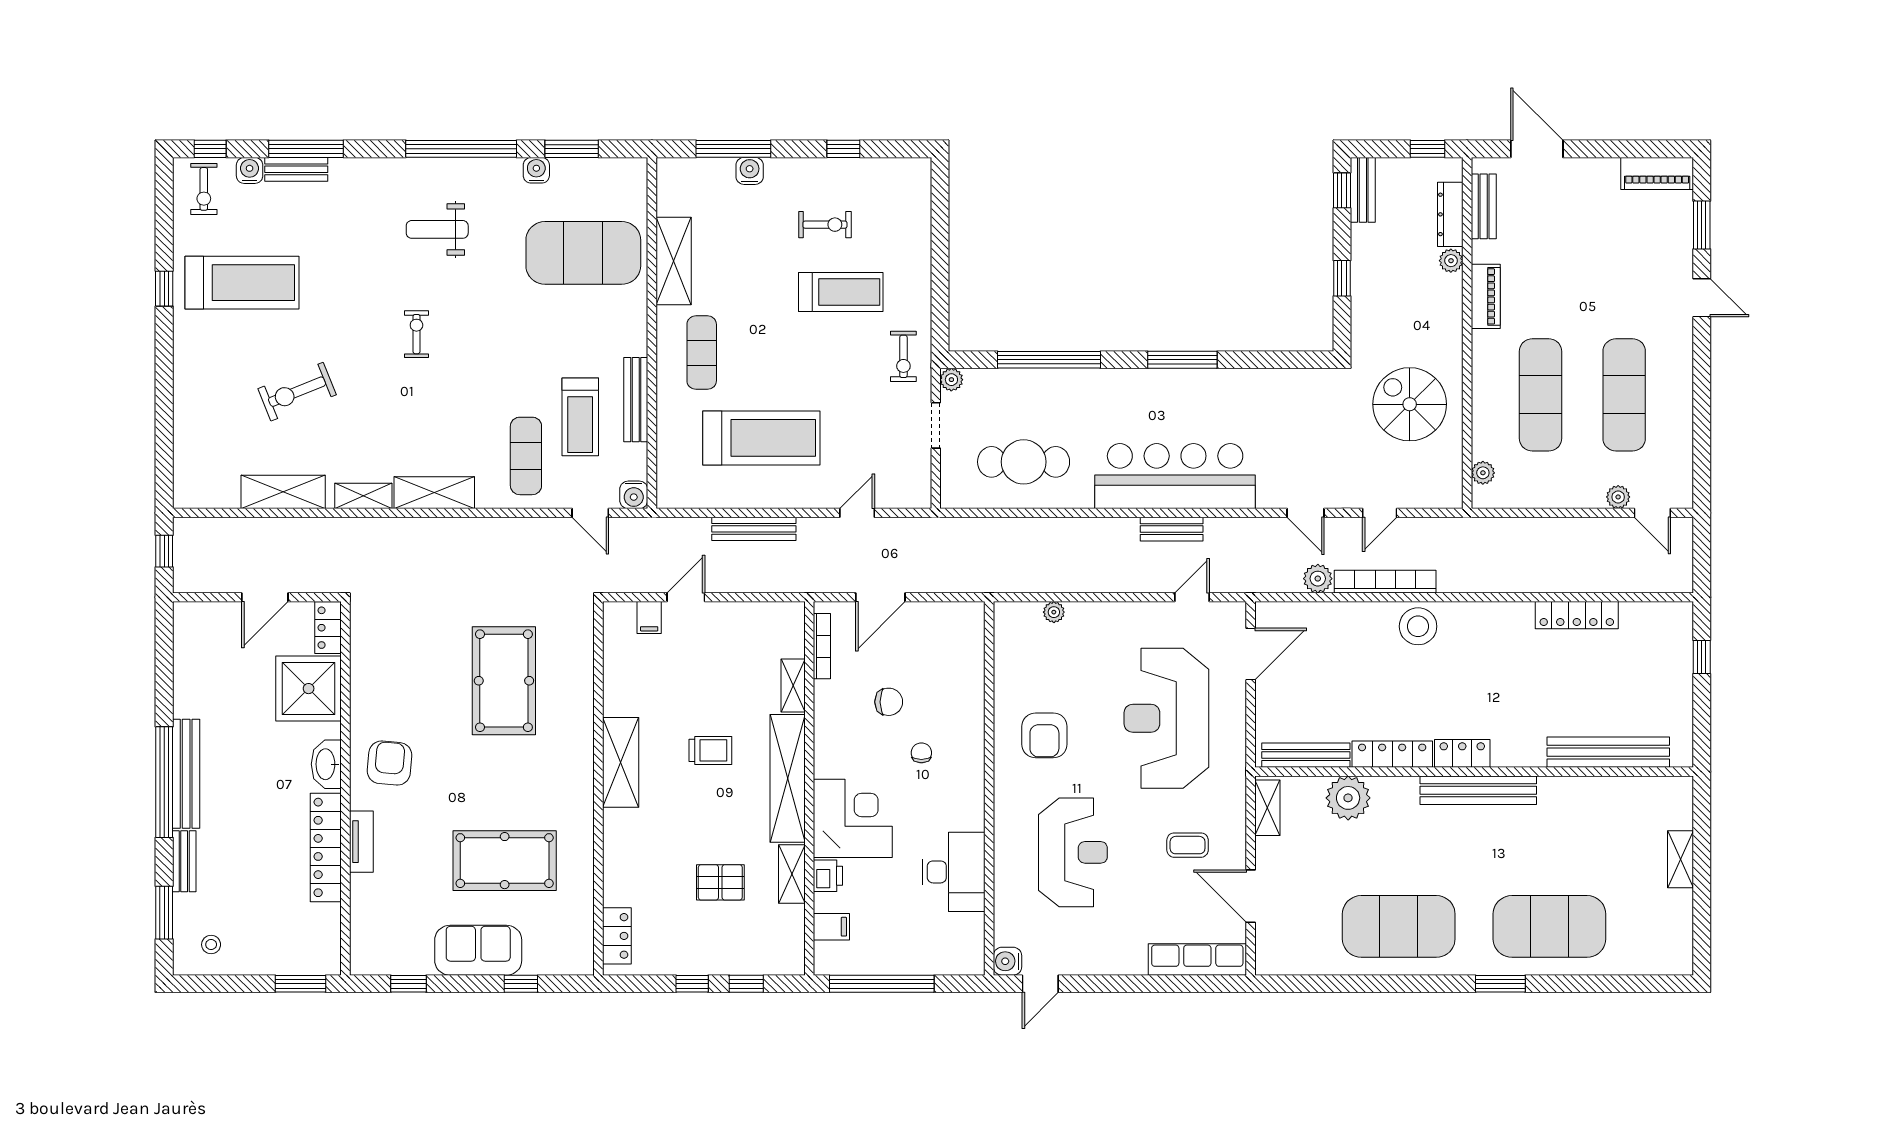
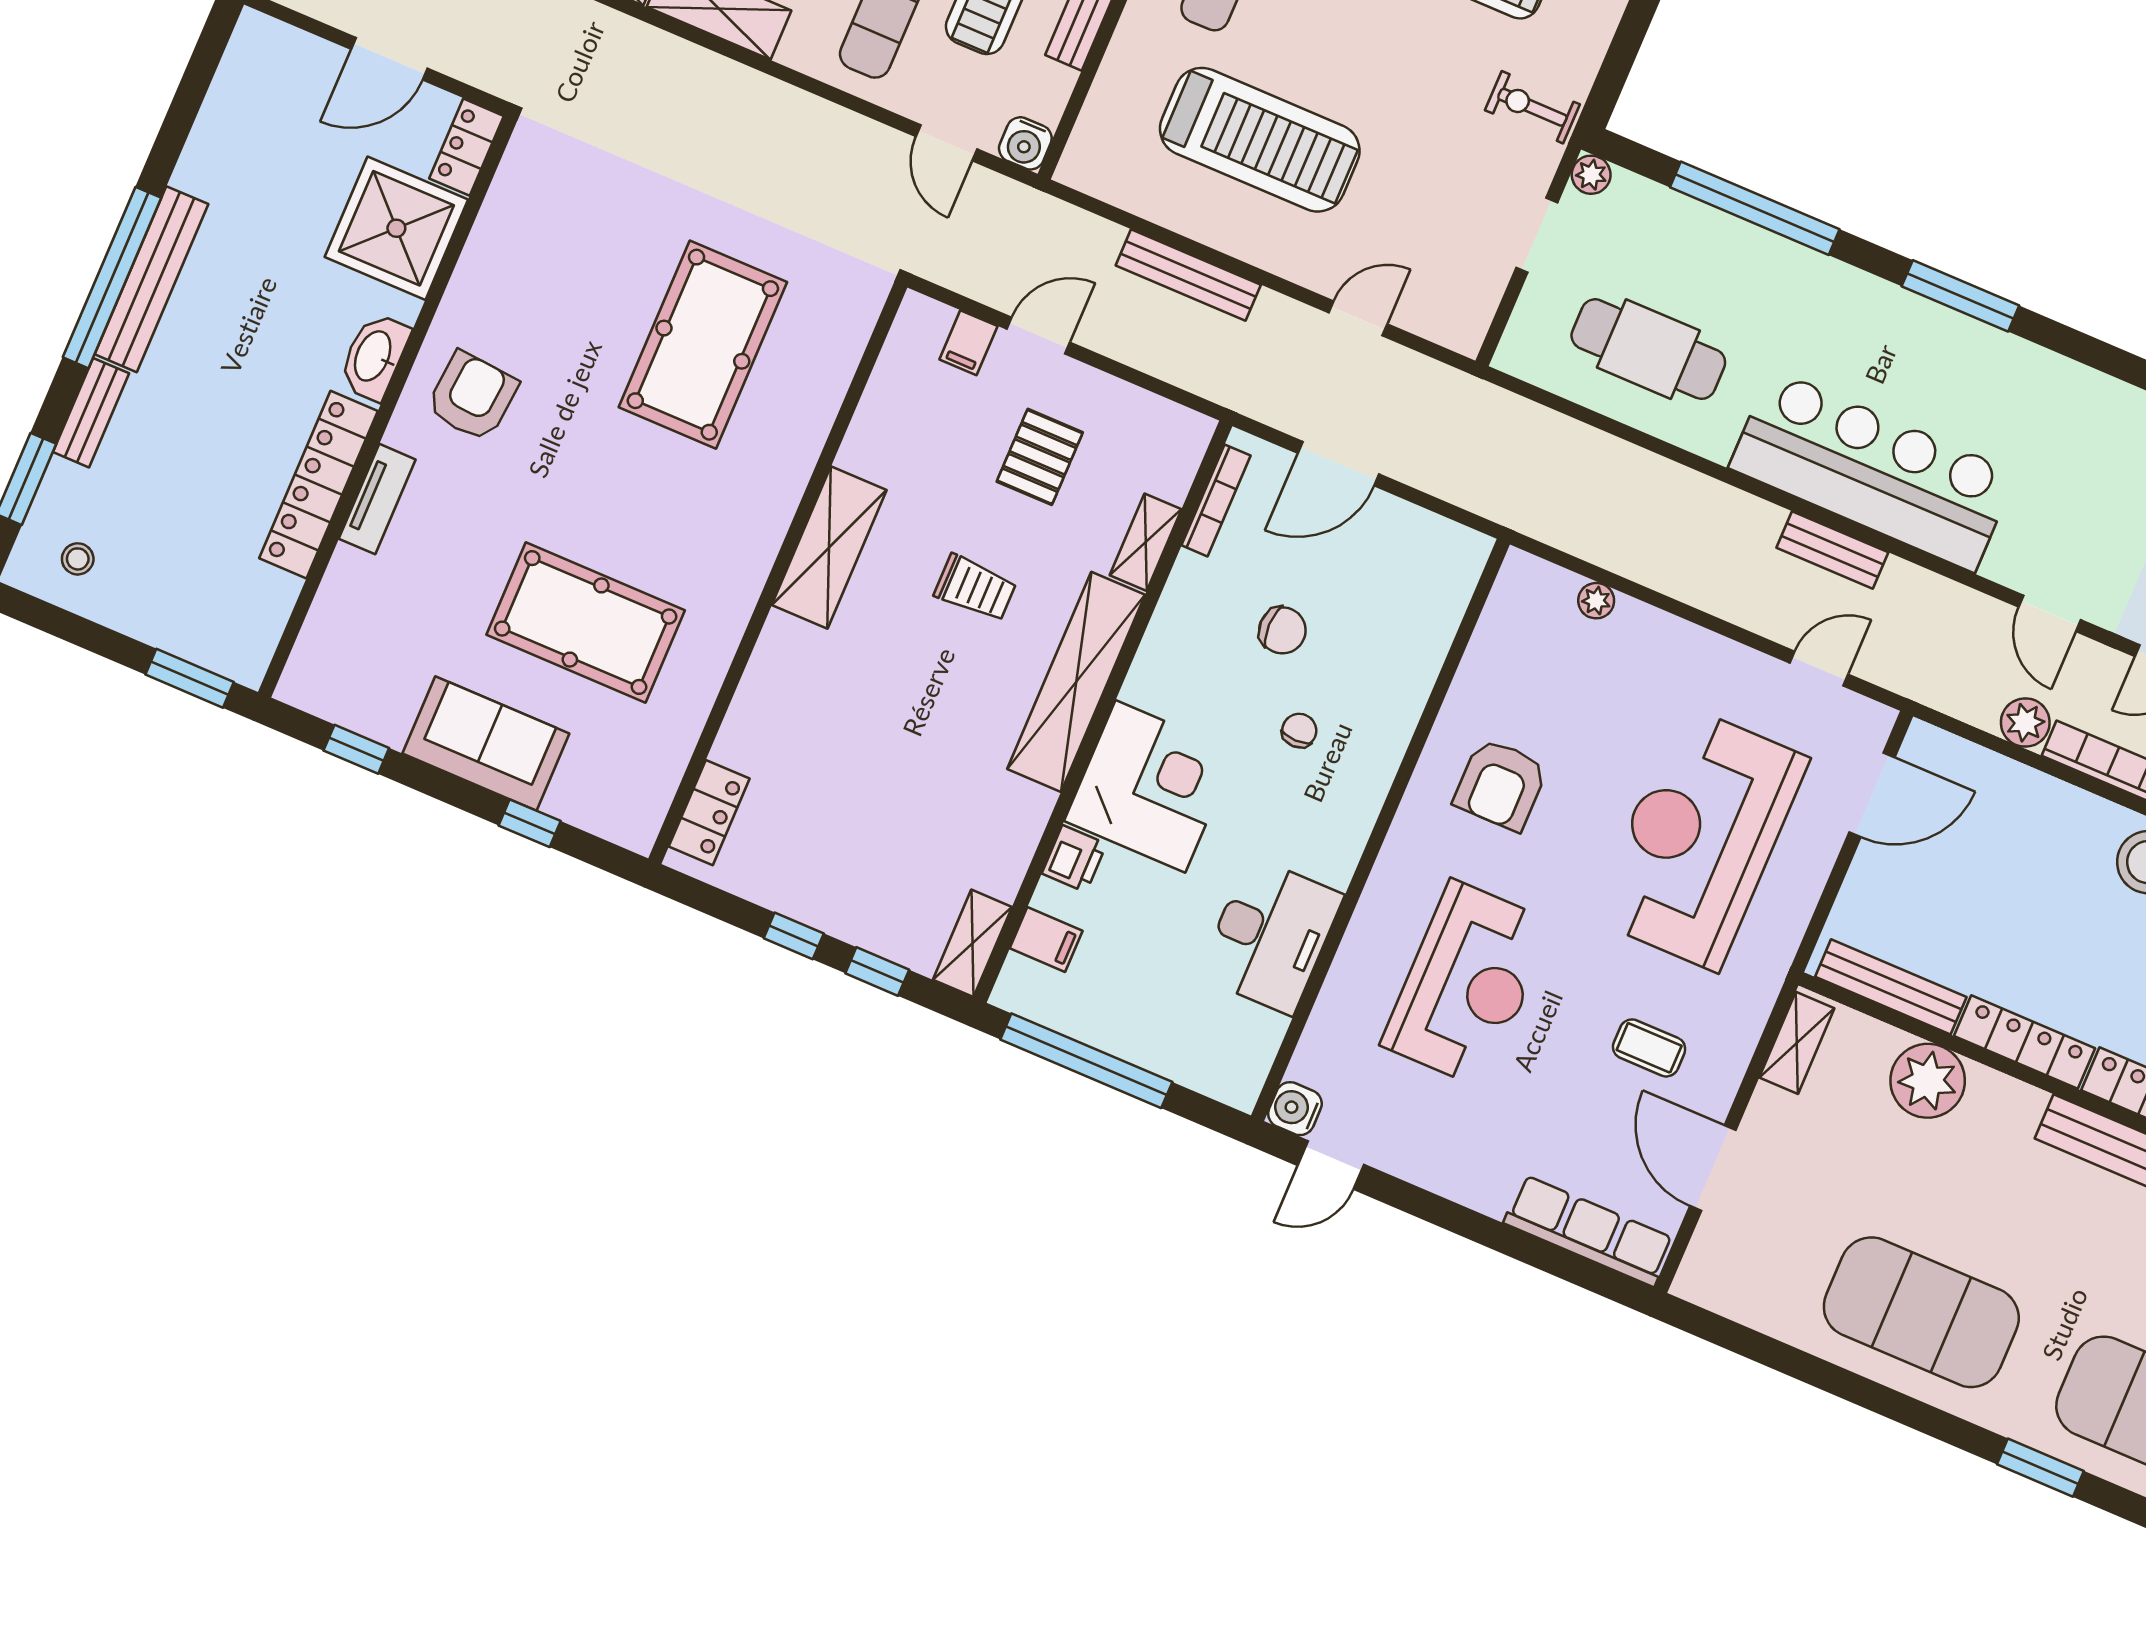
exercise bike: (903, 356) -> (1532, 107), turned 90
shelving: (792, 874) -> (972, 943), moved
pallet: (720, 882) -> (1040, 457), moved, turned 90

